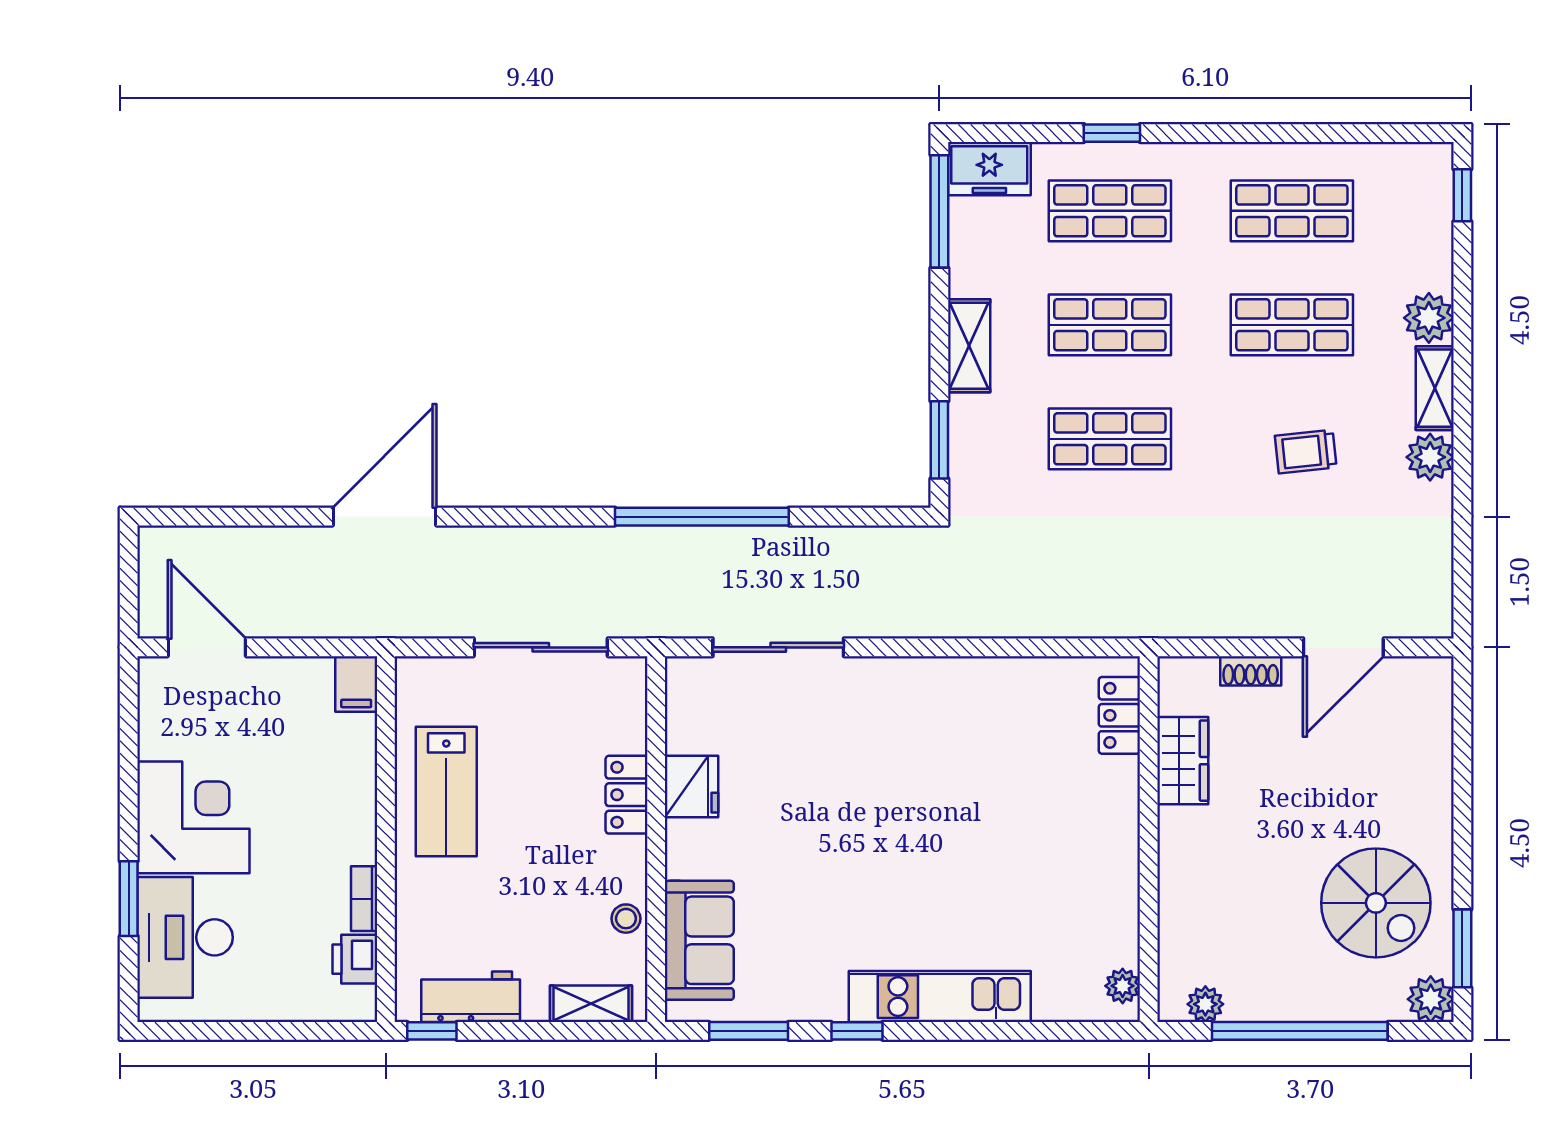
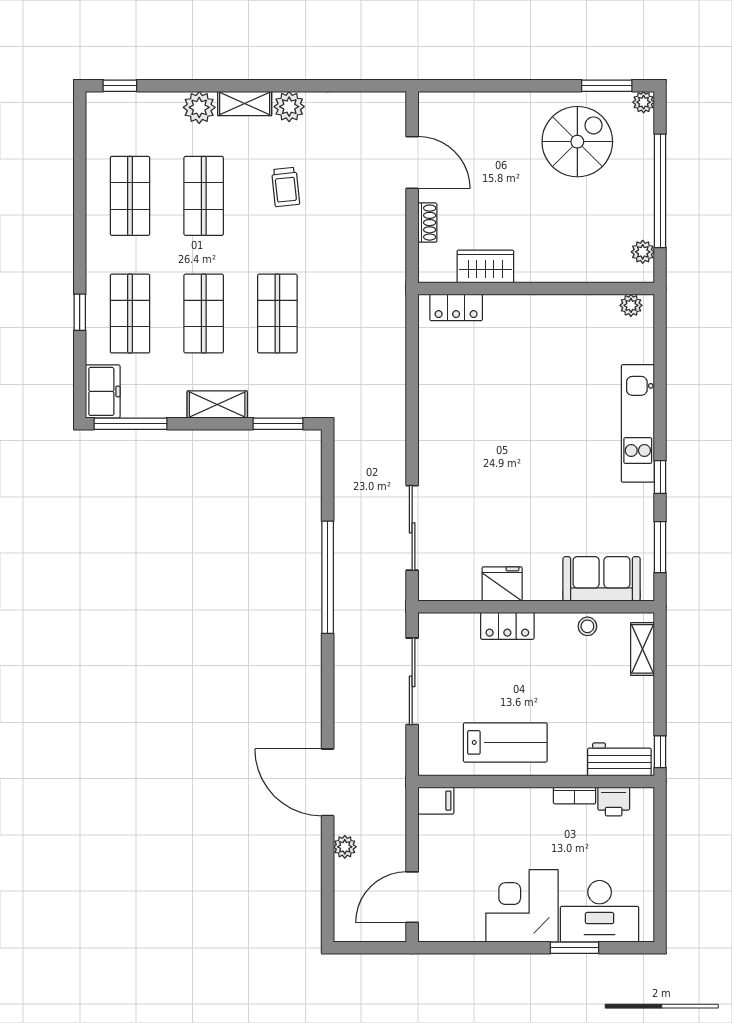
plant: (285, 543) -> (345, 847), added
workbench: (471, 997) -> (619, 759), moved, turned 90
plant: (1431, 999) -> (644, 102), width x0.73, depth x0.73

